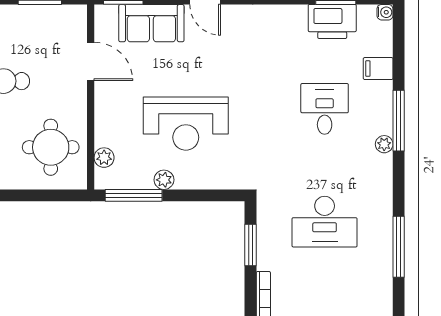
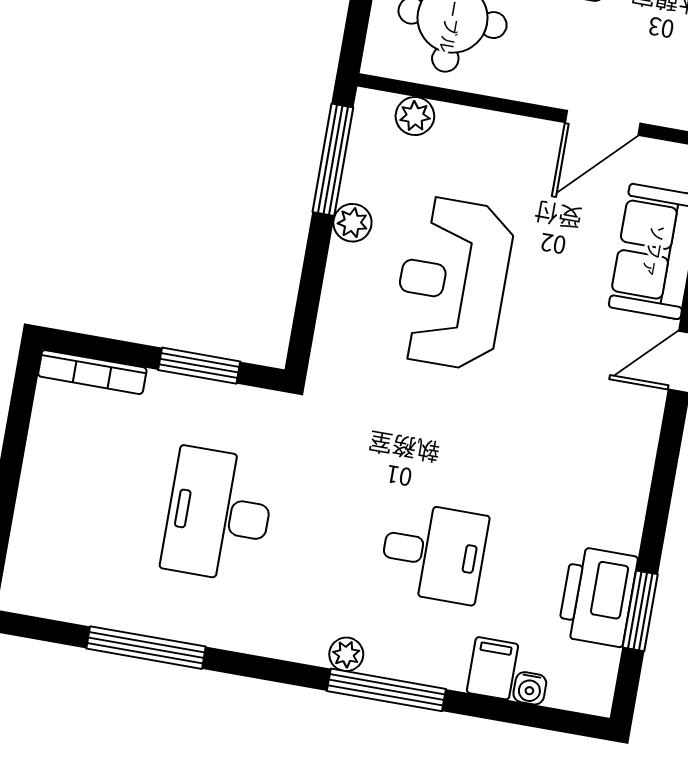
water cooler: (385, 12) -> (530, 688), moved

